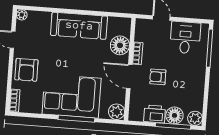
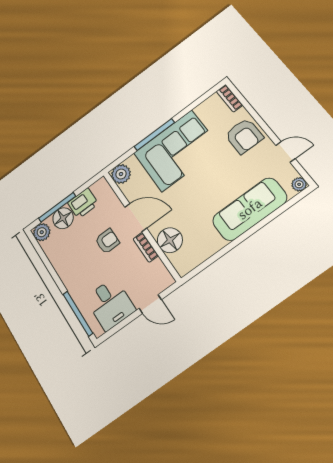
sofa: (79, 26) -> (250, 209), moved
armchair: (26, 70) -> (244, 136), turned 180

